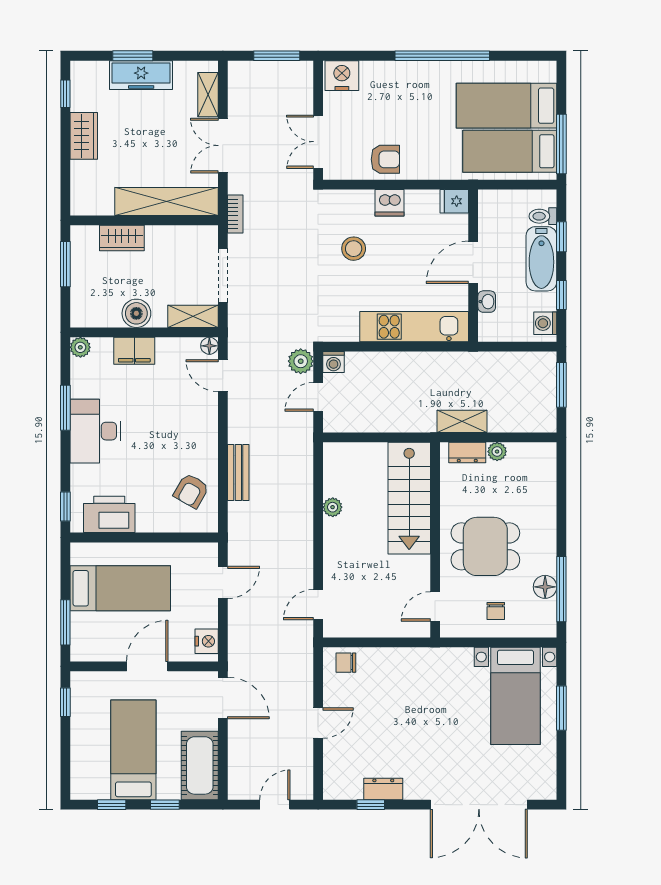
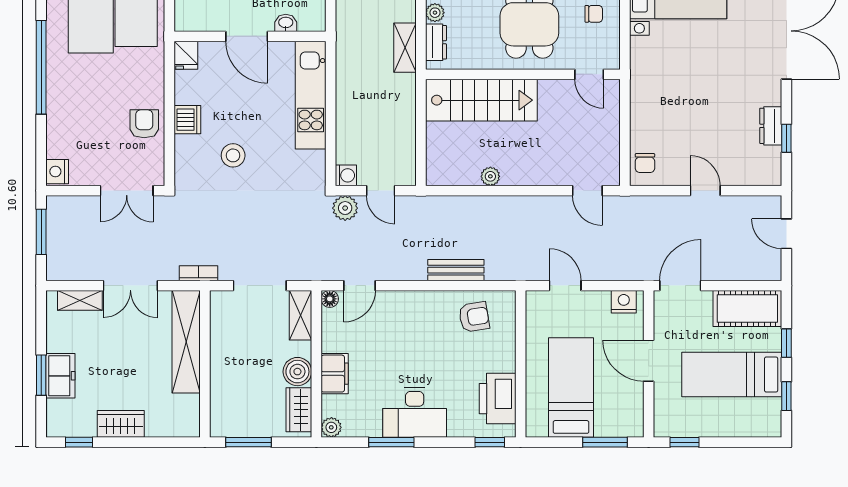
freezer: (141, 75) -> (60, 376), width x0.71
nightstand: (342, 76) -> (57, 172), width x0.74, depth x0.75
wardrobe: (122, 238) -> (299, 410), moved, turned 180
armchair: (191, 491) -> (474, 317), turned -39

